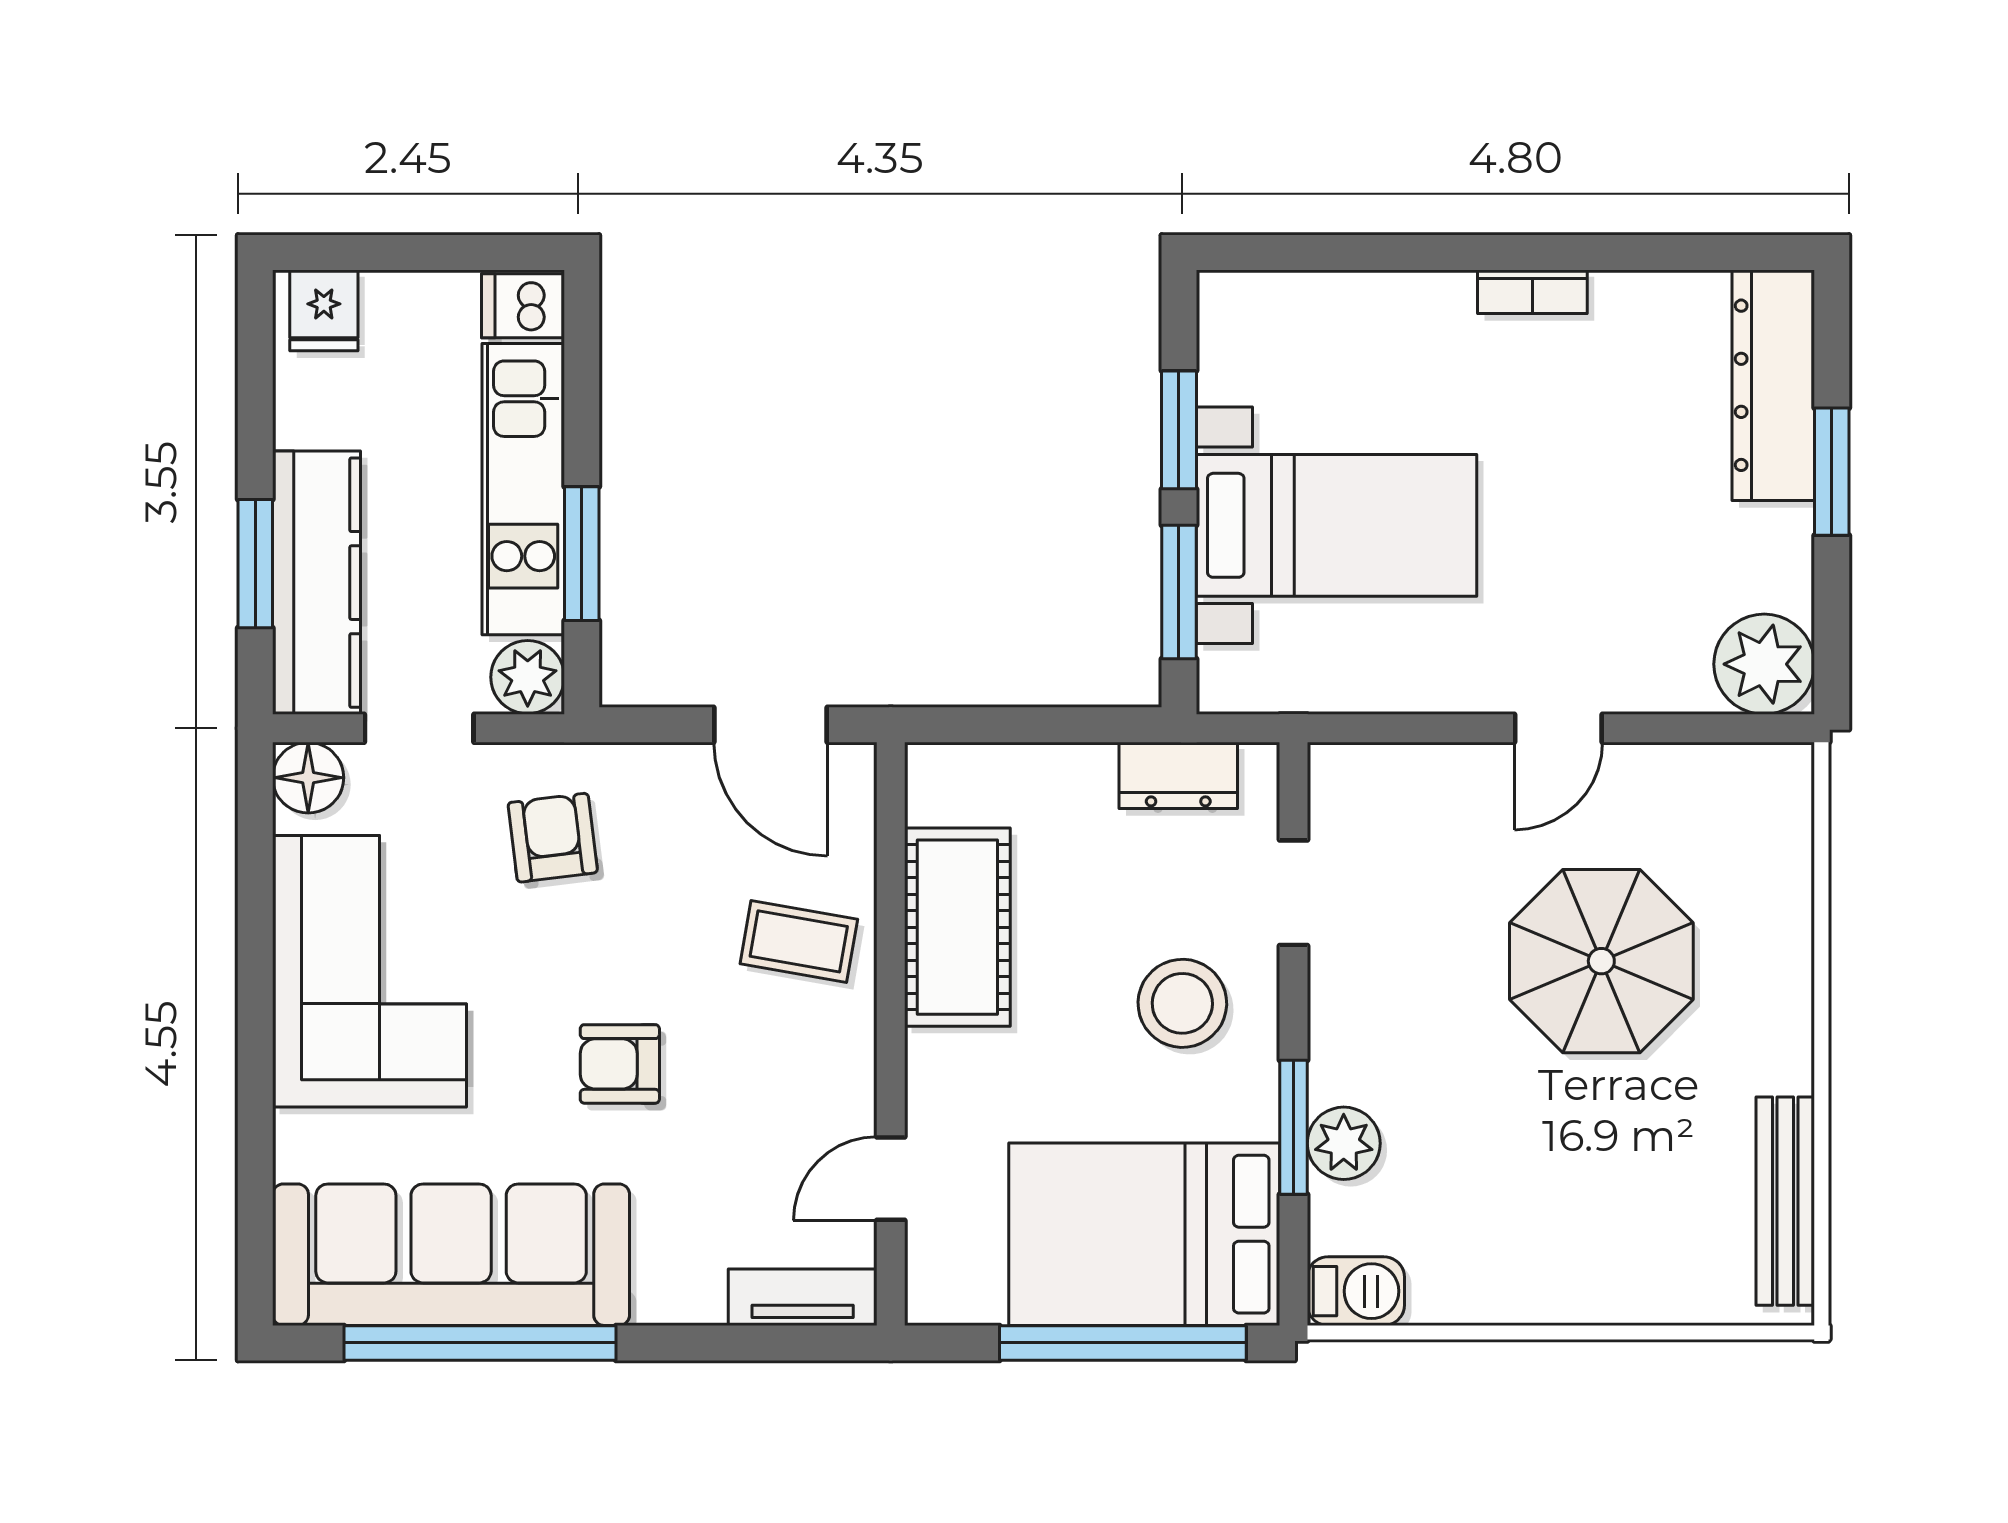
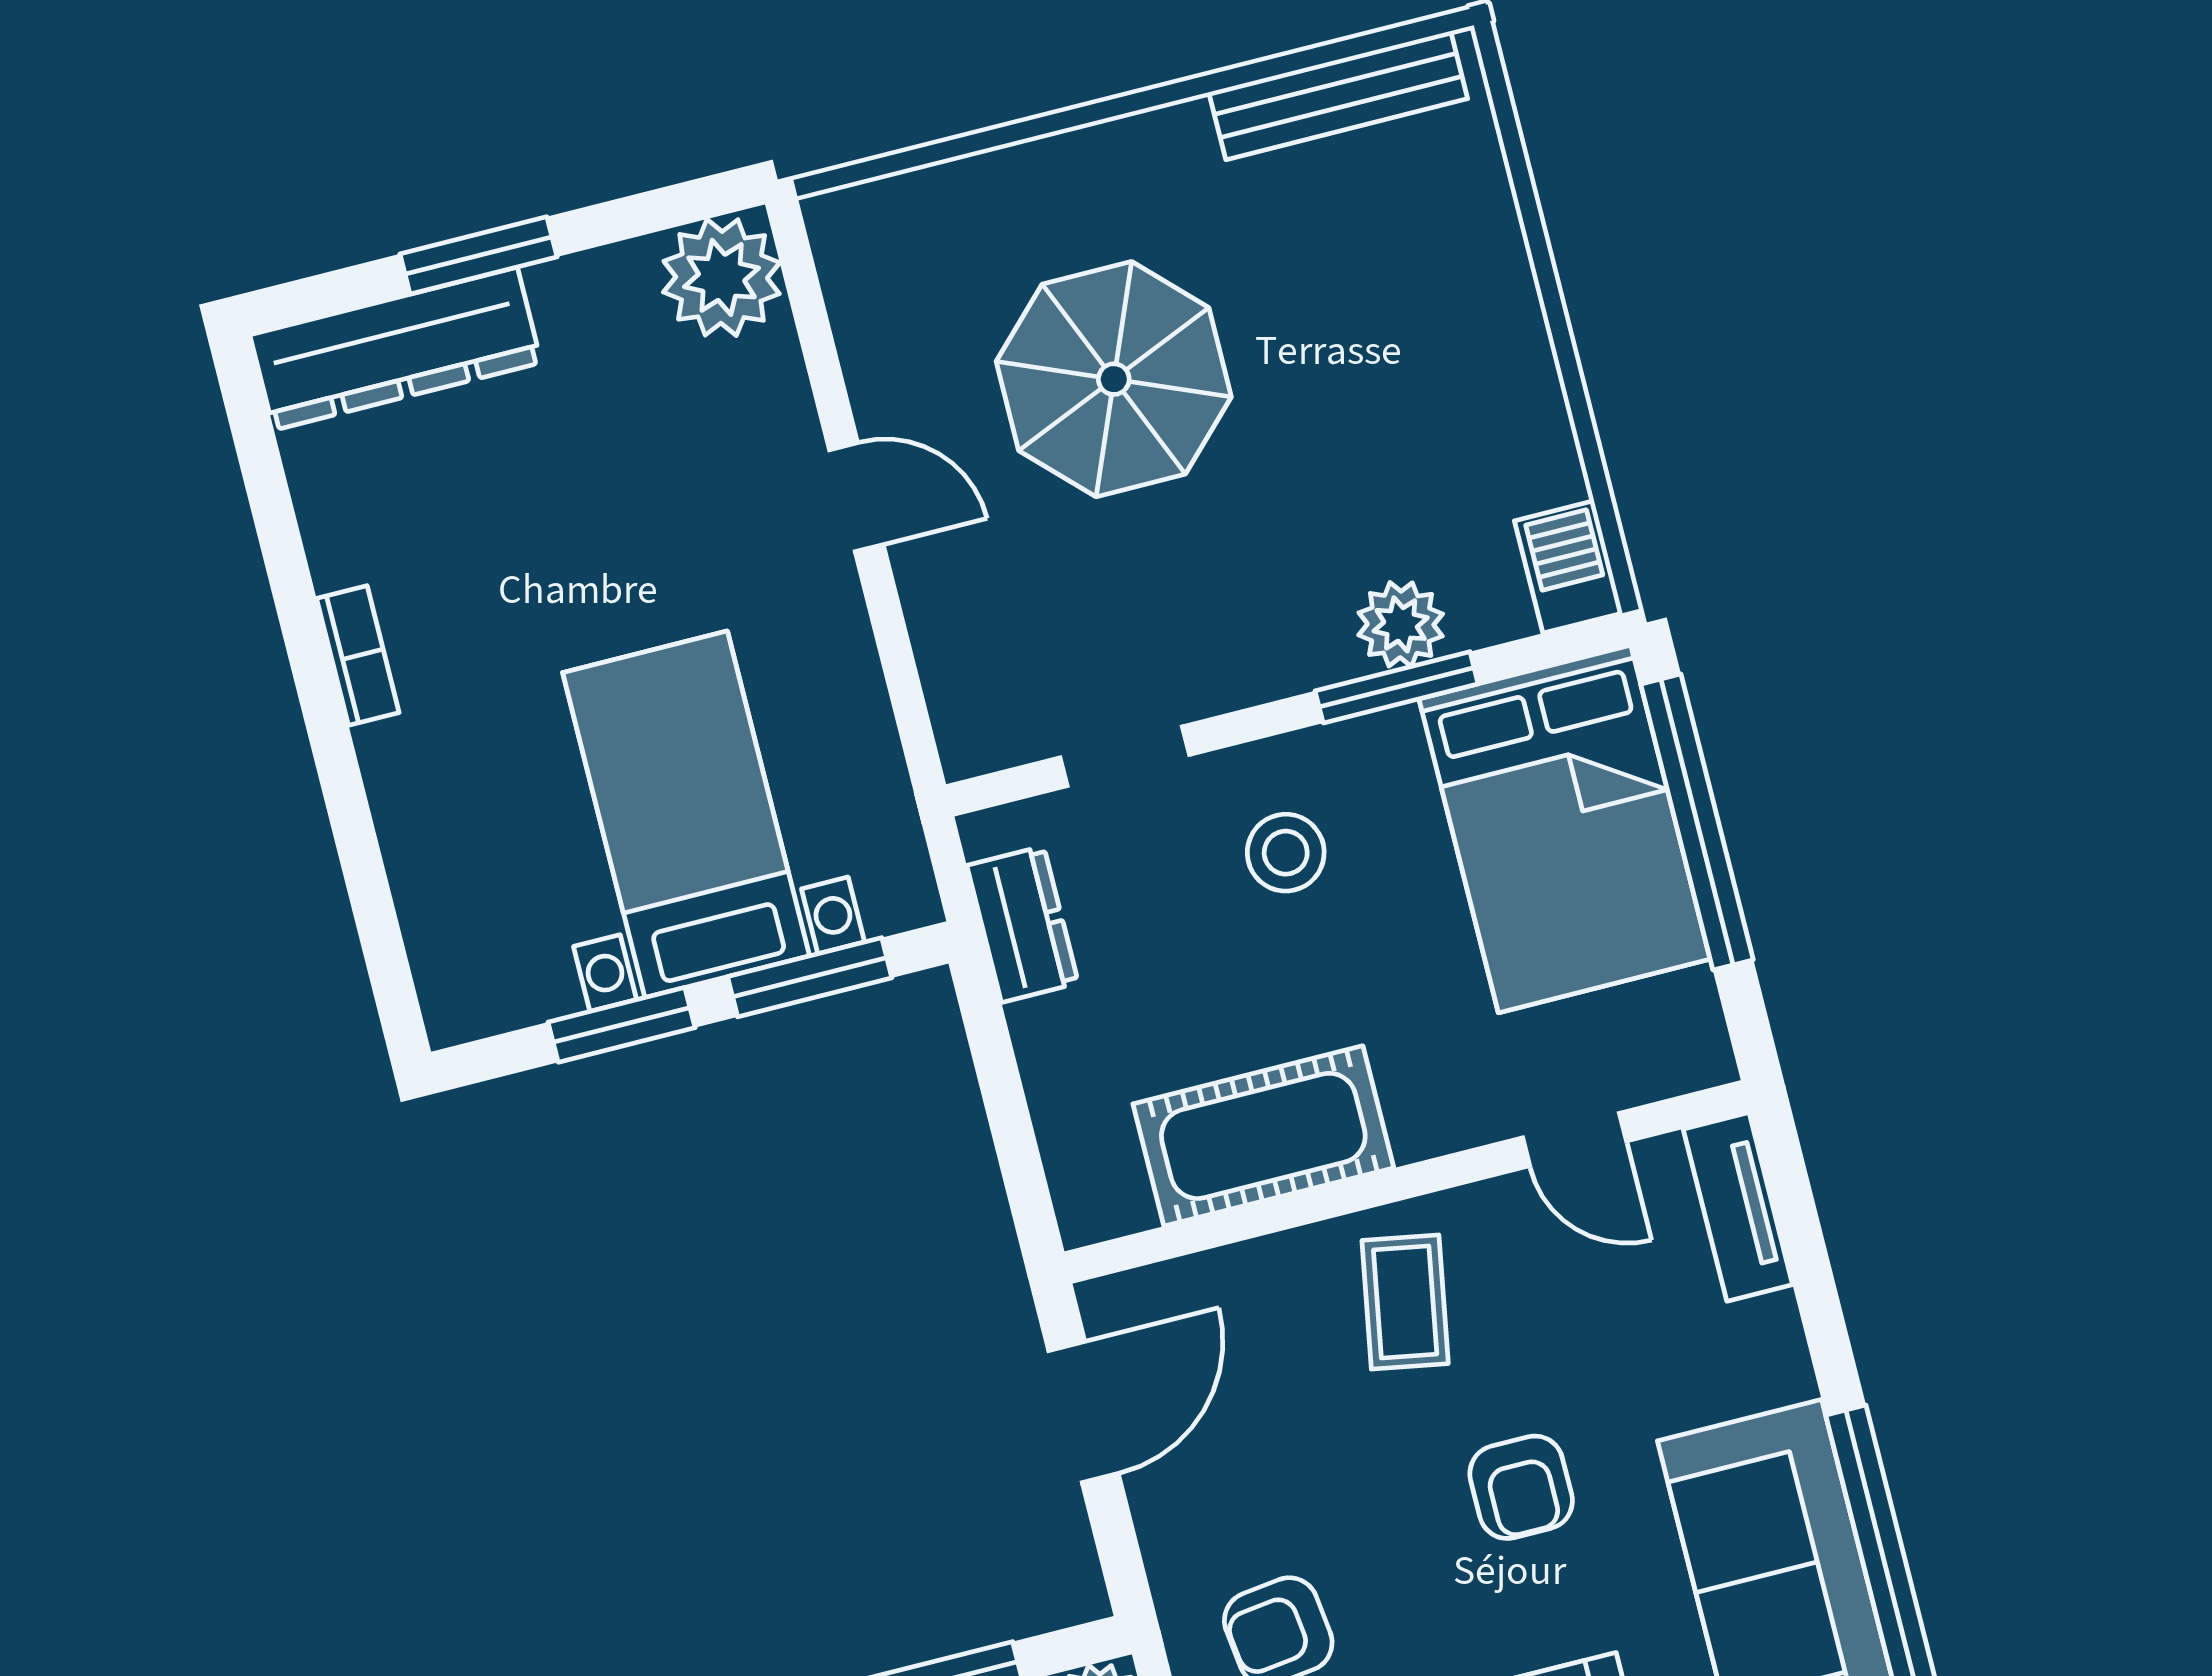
coffee table: (799, 941) -> (1405, 1302), moved
stool: (1182, 1003) -> (1286, 853), width x0.73, depth x0.73

